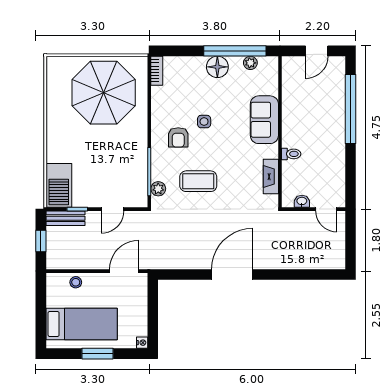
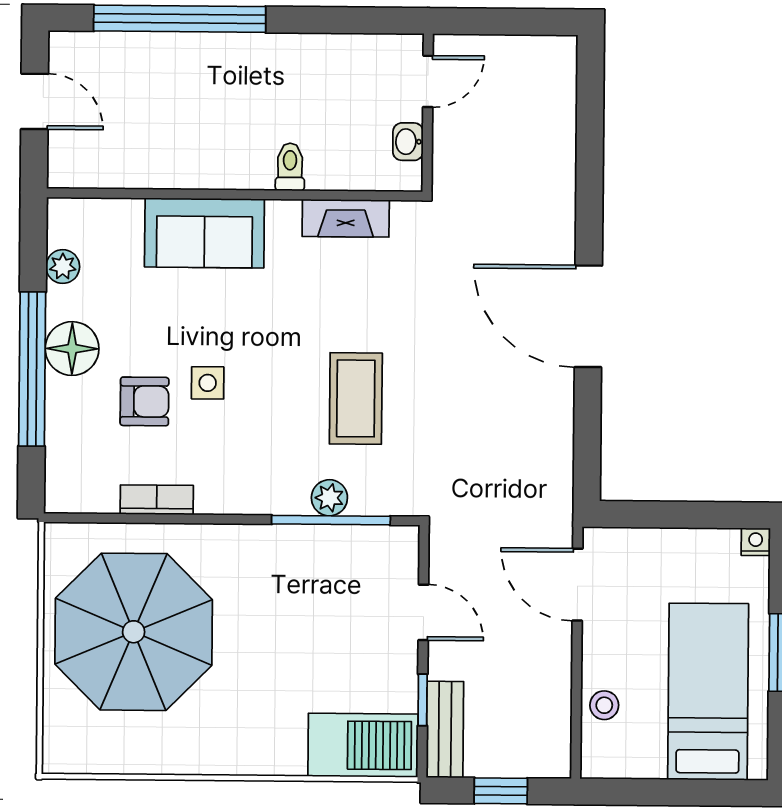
window: (235, 51) -> (32, 369), moved
bookcase: (157, 71) -> (157, 500), moved
armchair: (178, 137) -> (144, 401), moved
plant: (158, 189) -> (329, 498), moved

